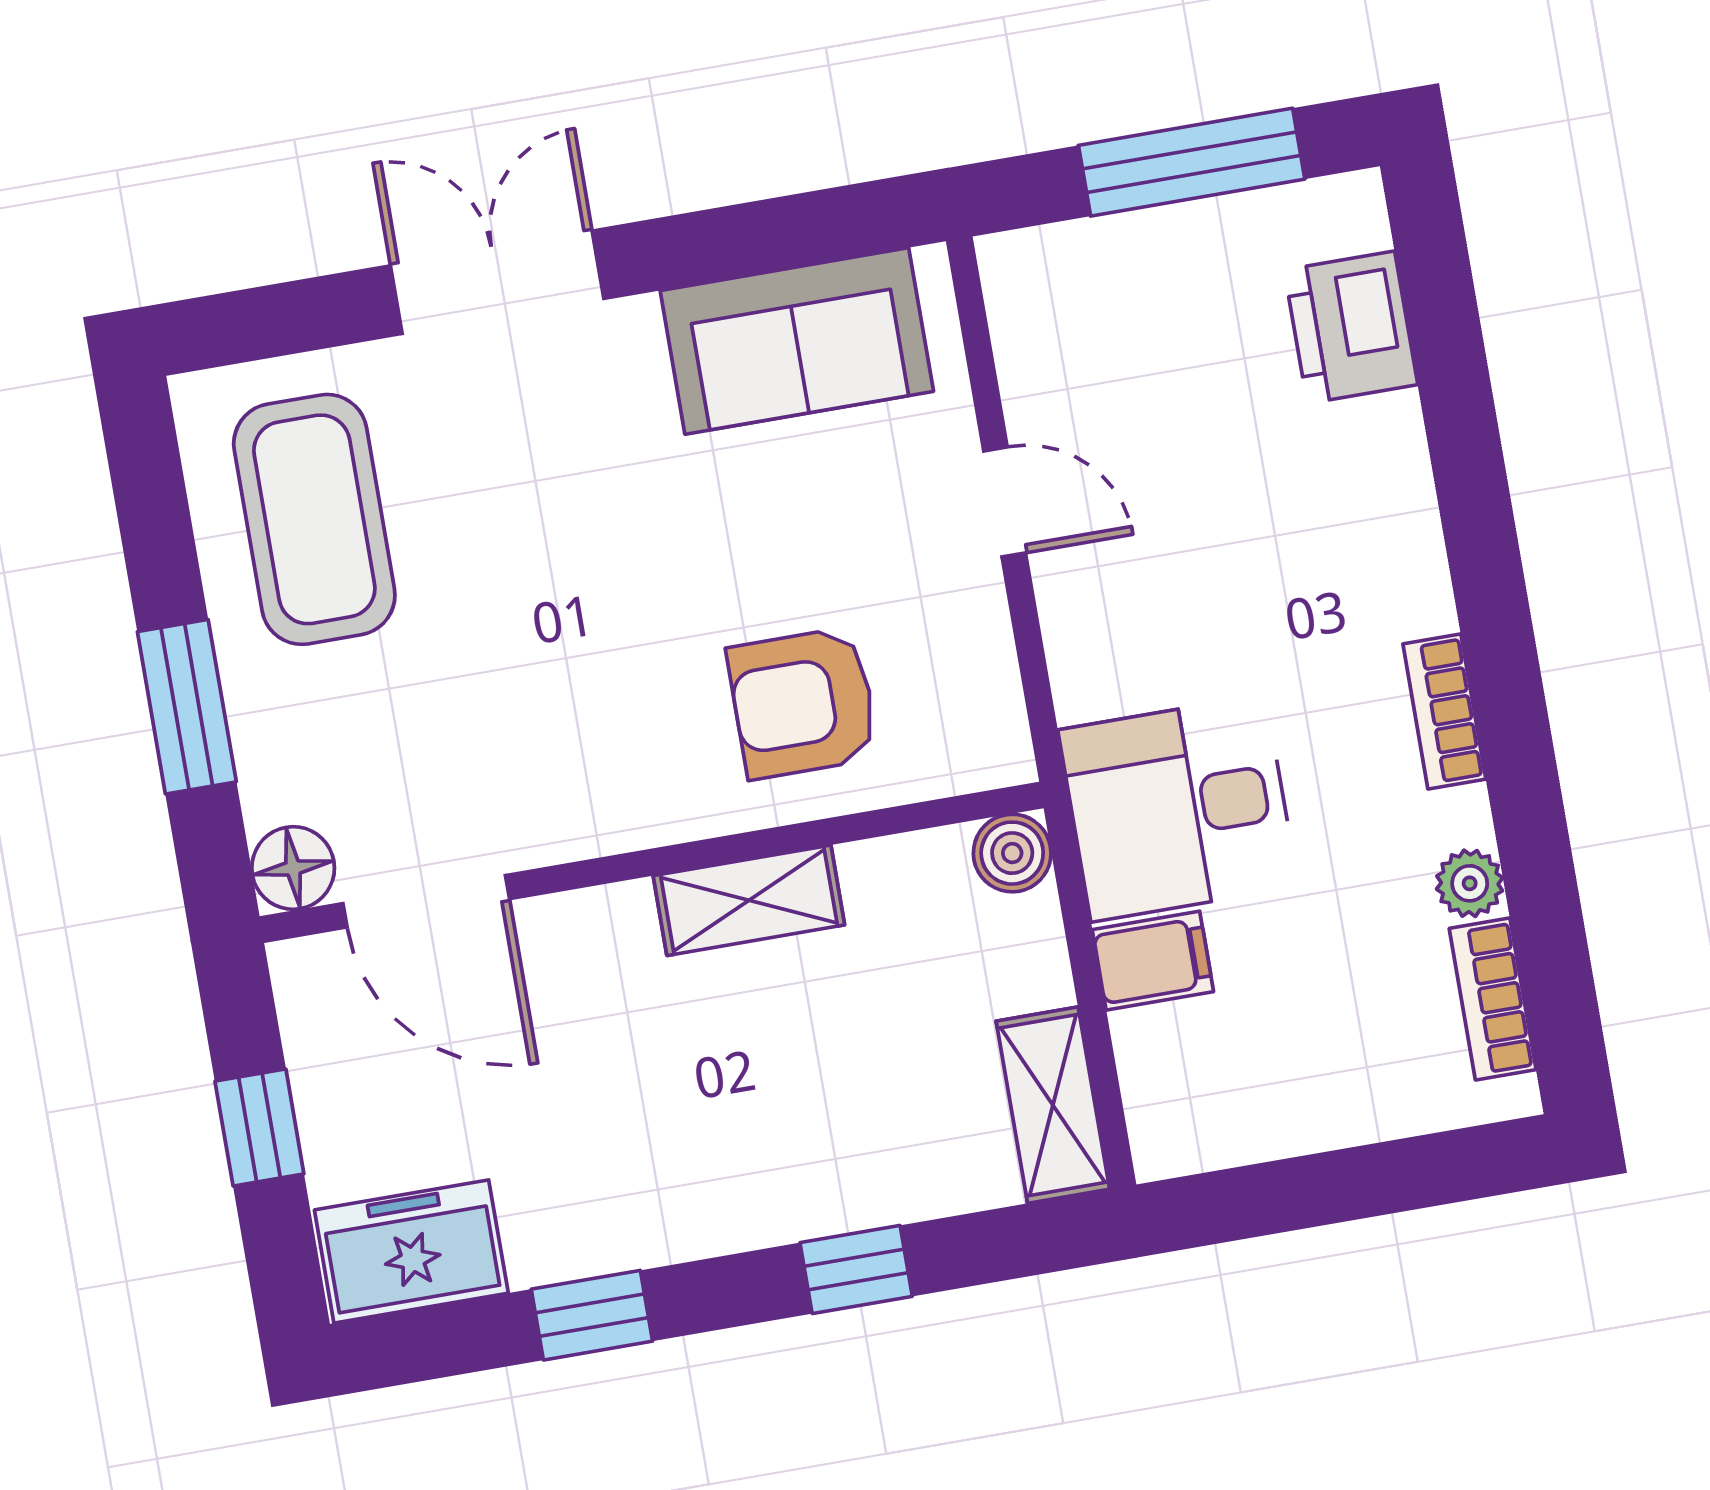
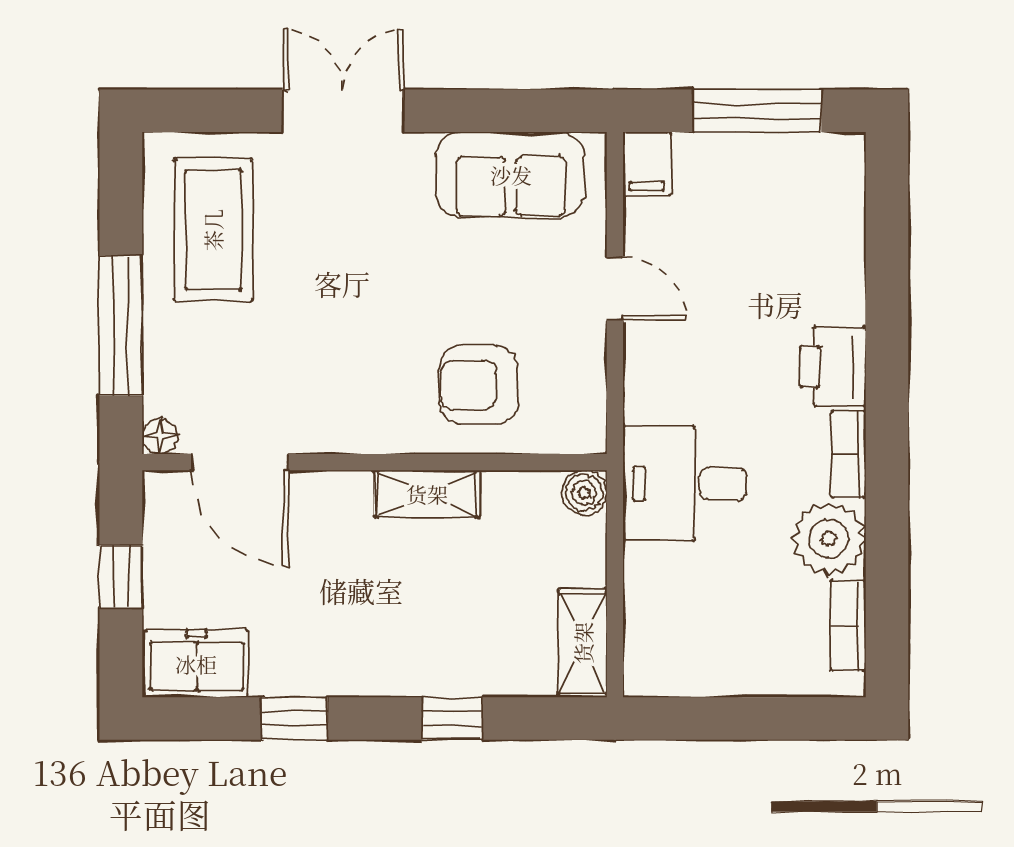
printer: (1351, 327) -> (833, 367), moved
window: (187, 707) -> (121, 326), width x1.44
floor lamp: (293, 868) -> (160, 436), width x0.73, depth x0.73
plant: (1470, 883) -> (829, 539), width x1.88, depth x1.88
filing cabinet: (1153, 961) -> (647, 164), moved, turned 90

